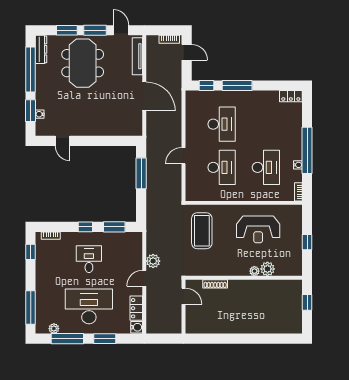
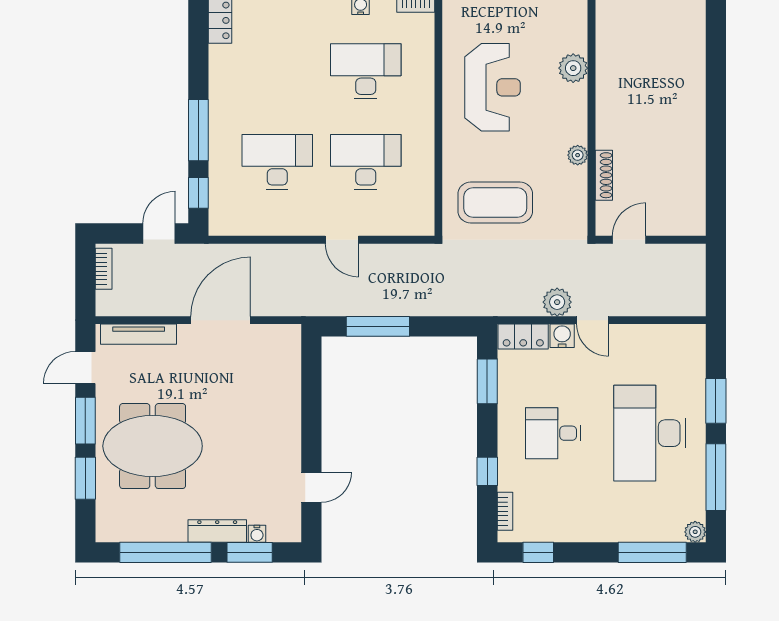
dresser: (41, 49) -> (217, 531), moved
door: (187, 52) -> (159, 233), moved
window: (85, 227) -> (487, 471), moved
plant: (254, 271) -> (578, 155), moved
locker: (136, 308) -> (523, 337), moved
water cooler: (137, 327) -> (562, 336), moved
plant: (54, 329) -> (695, 532), moved

